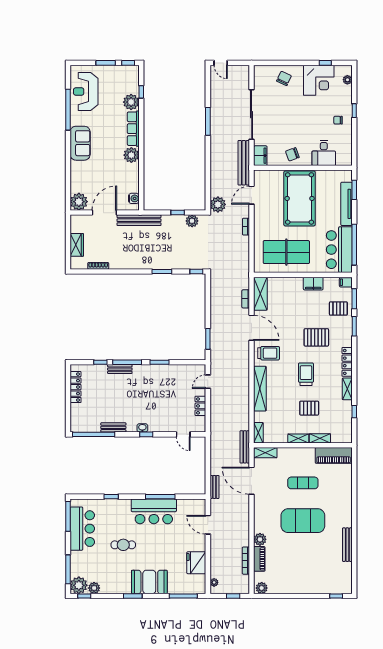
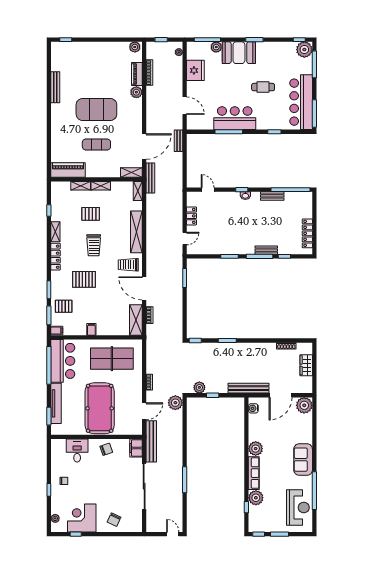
filing cabinet: (313, 284) -> (91, 329), width x0.50
door: (252, 481) -> (144, 147), hinge flipped
bar counter: (82, 529) -> (301, 102), width x1.36
plant: (94, 588) -> (216, 47), moved

